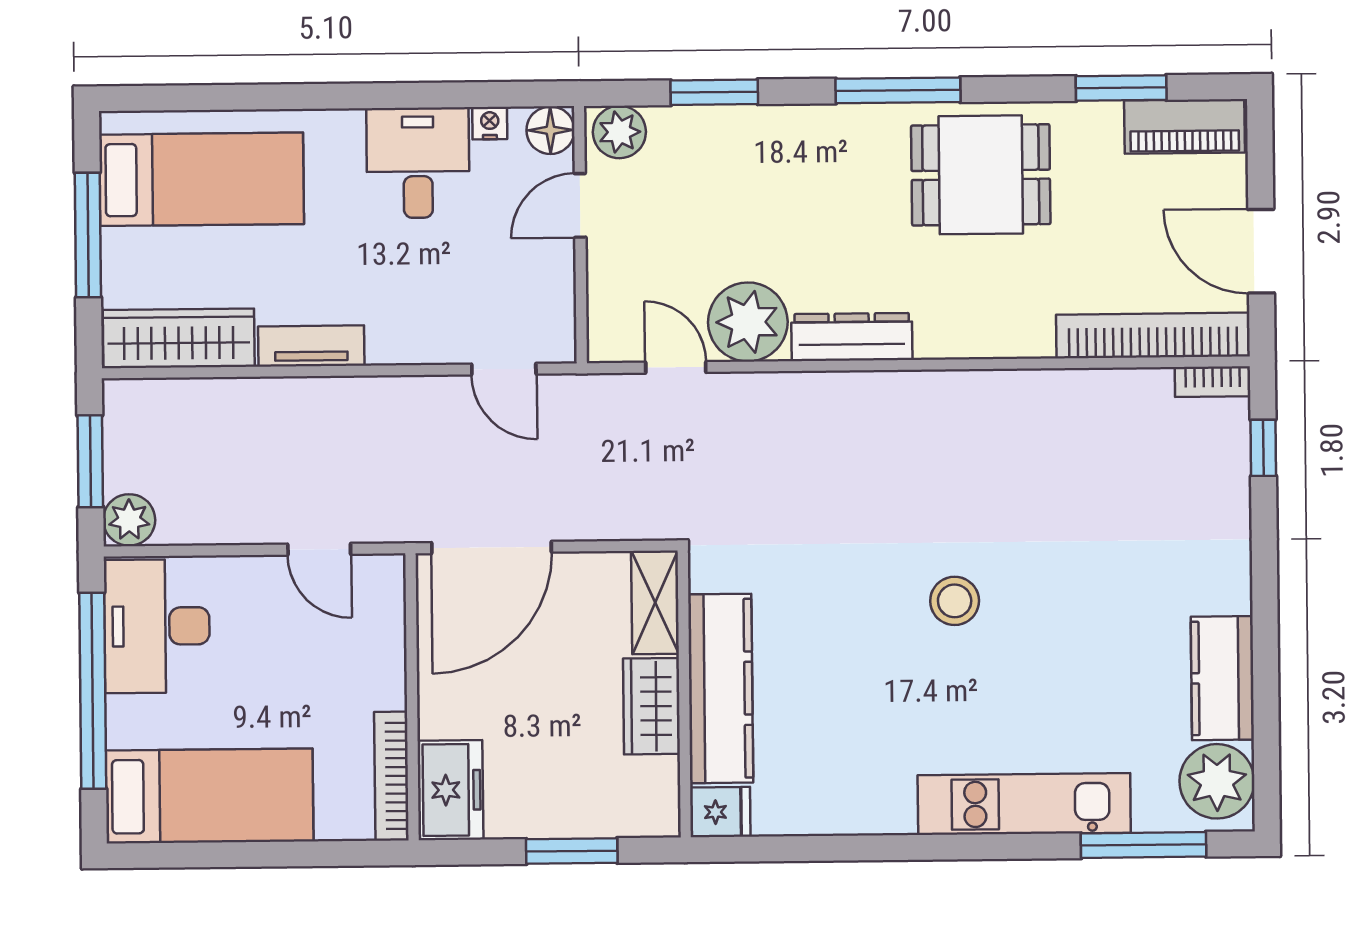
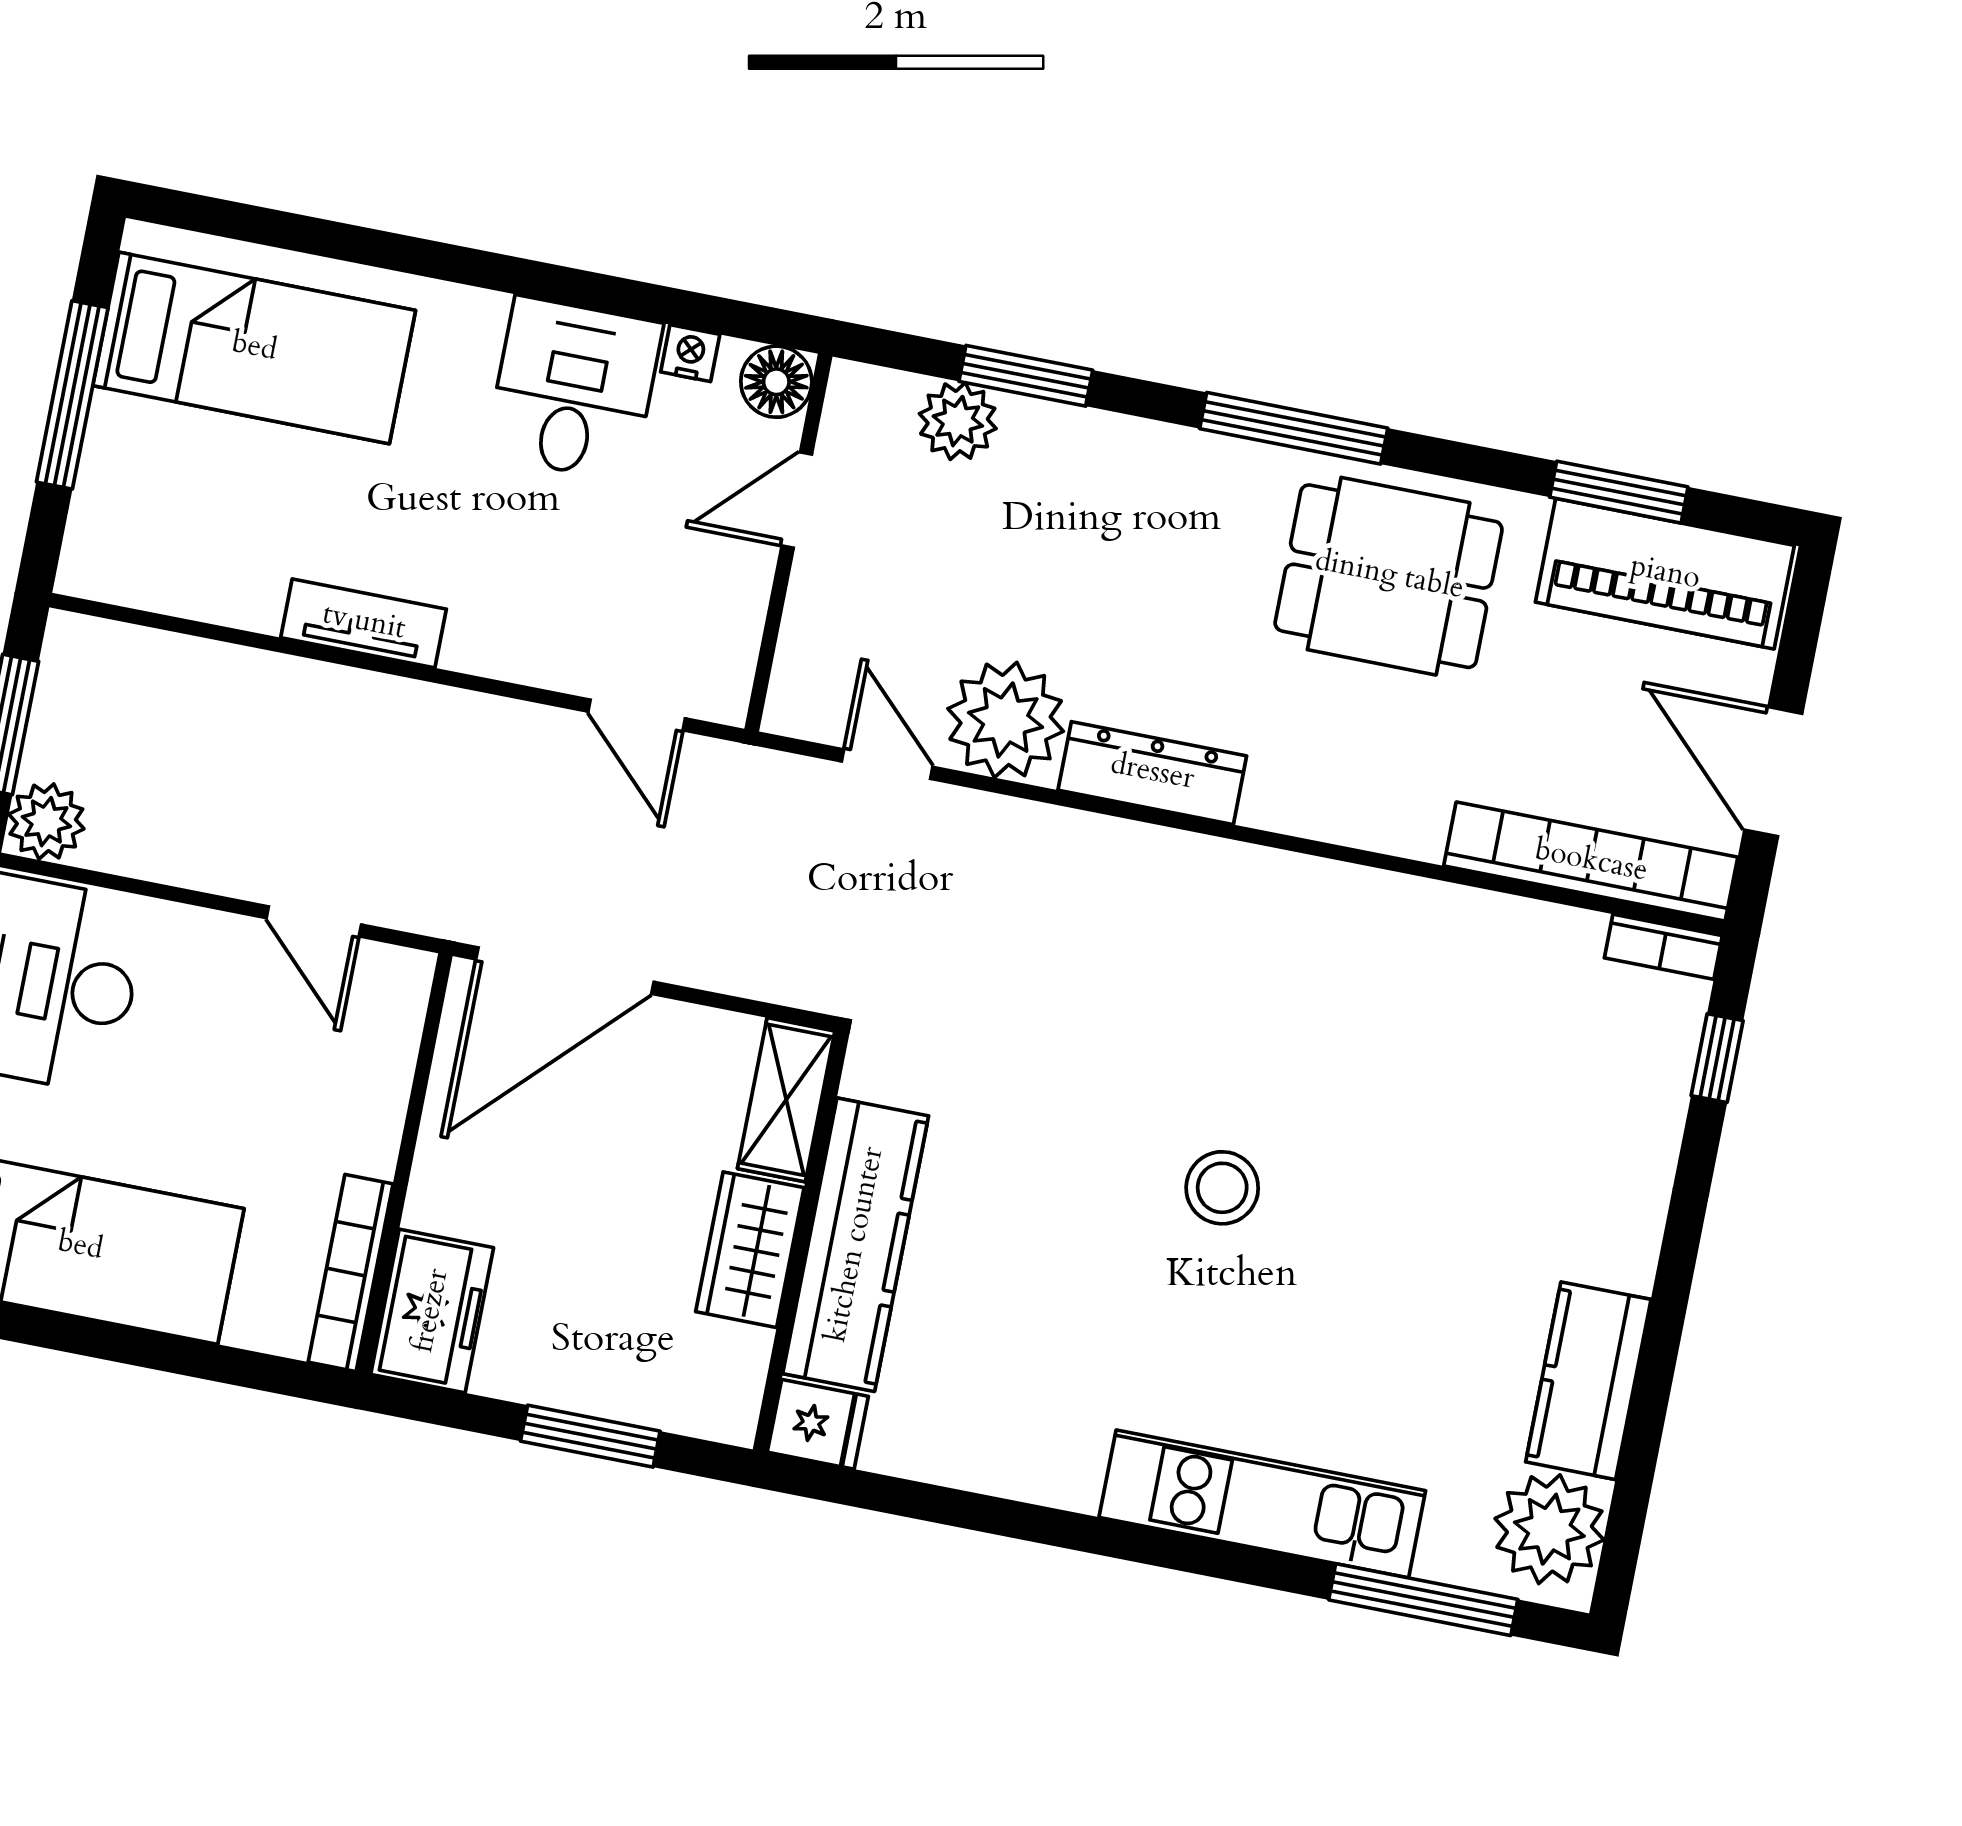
piano: (1185, 126) -> (1665, 574), width x1.37, depth x1.33
plant: (619, 132) -> (958, 421), moved
wardrobe: (179, 338) -> (173, 572), removed

